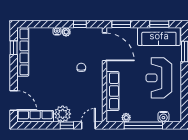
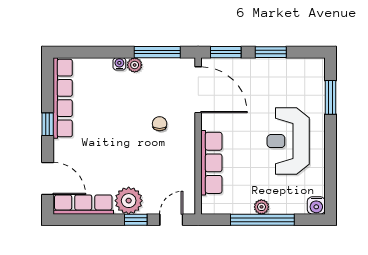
window: (80, 24) -> (157, 52), width x2.17
window: (159, 24) -> (271, 52), moved
sofa: (159, 36) -> (288, 73), removed
window: (14, 48) -> (48, 124), moved
water cooler: (163, 117) -> (316, 205), moved
plant: (126, 118) -> (261, 207), moved

